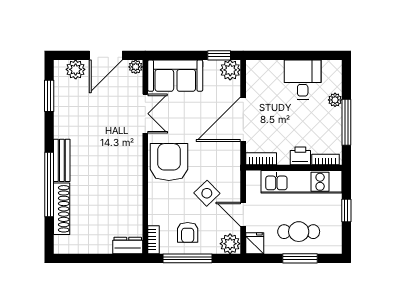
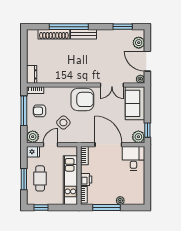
desk: (303, 80) -> (133, 158), moved, turned -90
window: (346, 211) -> (41, 207), moved

